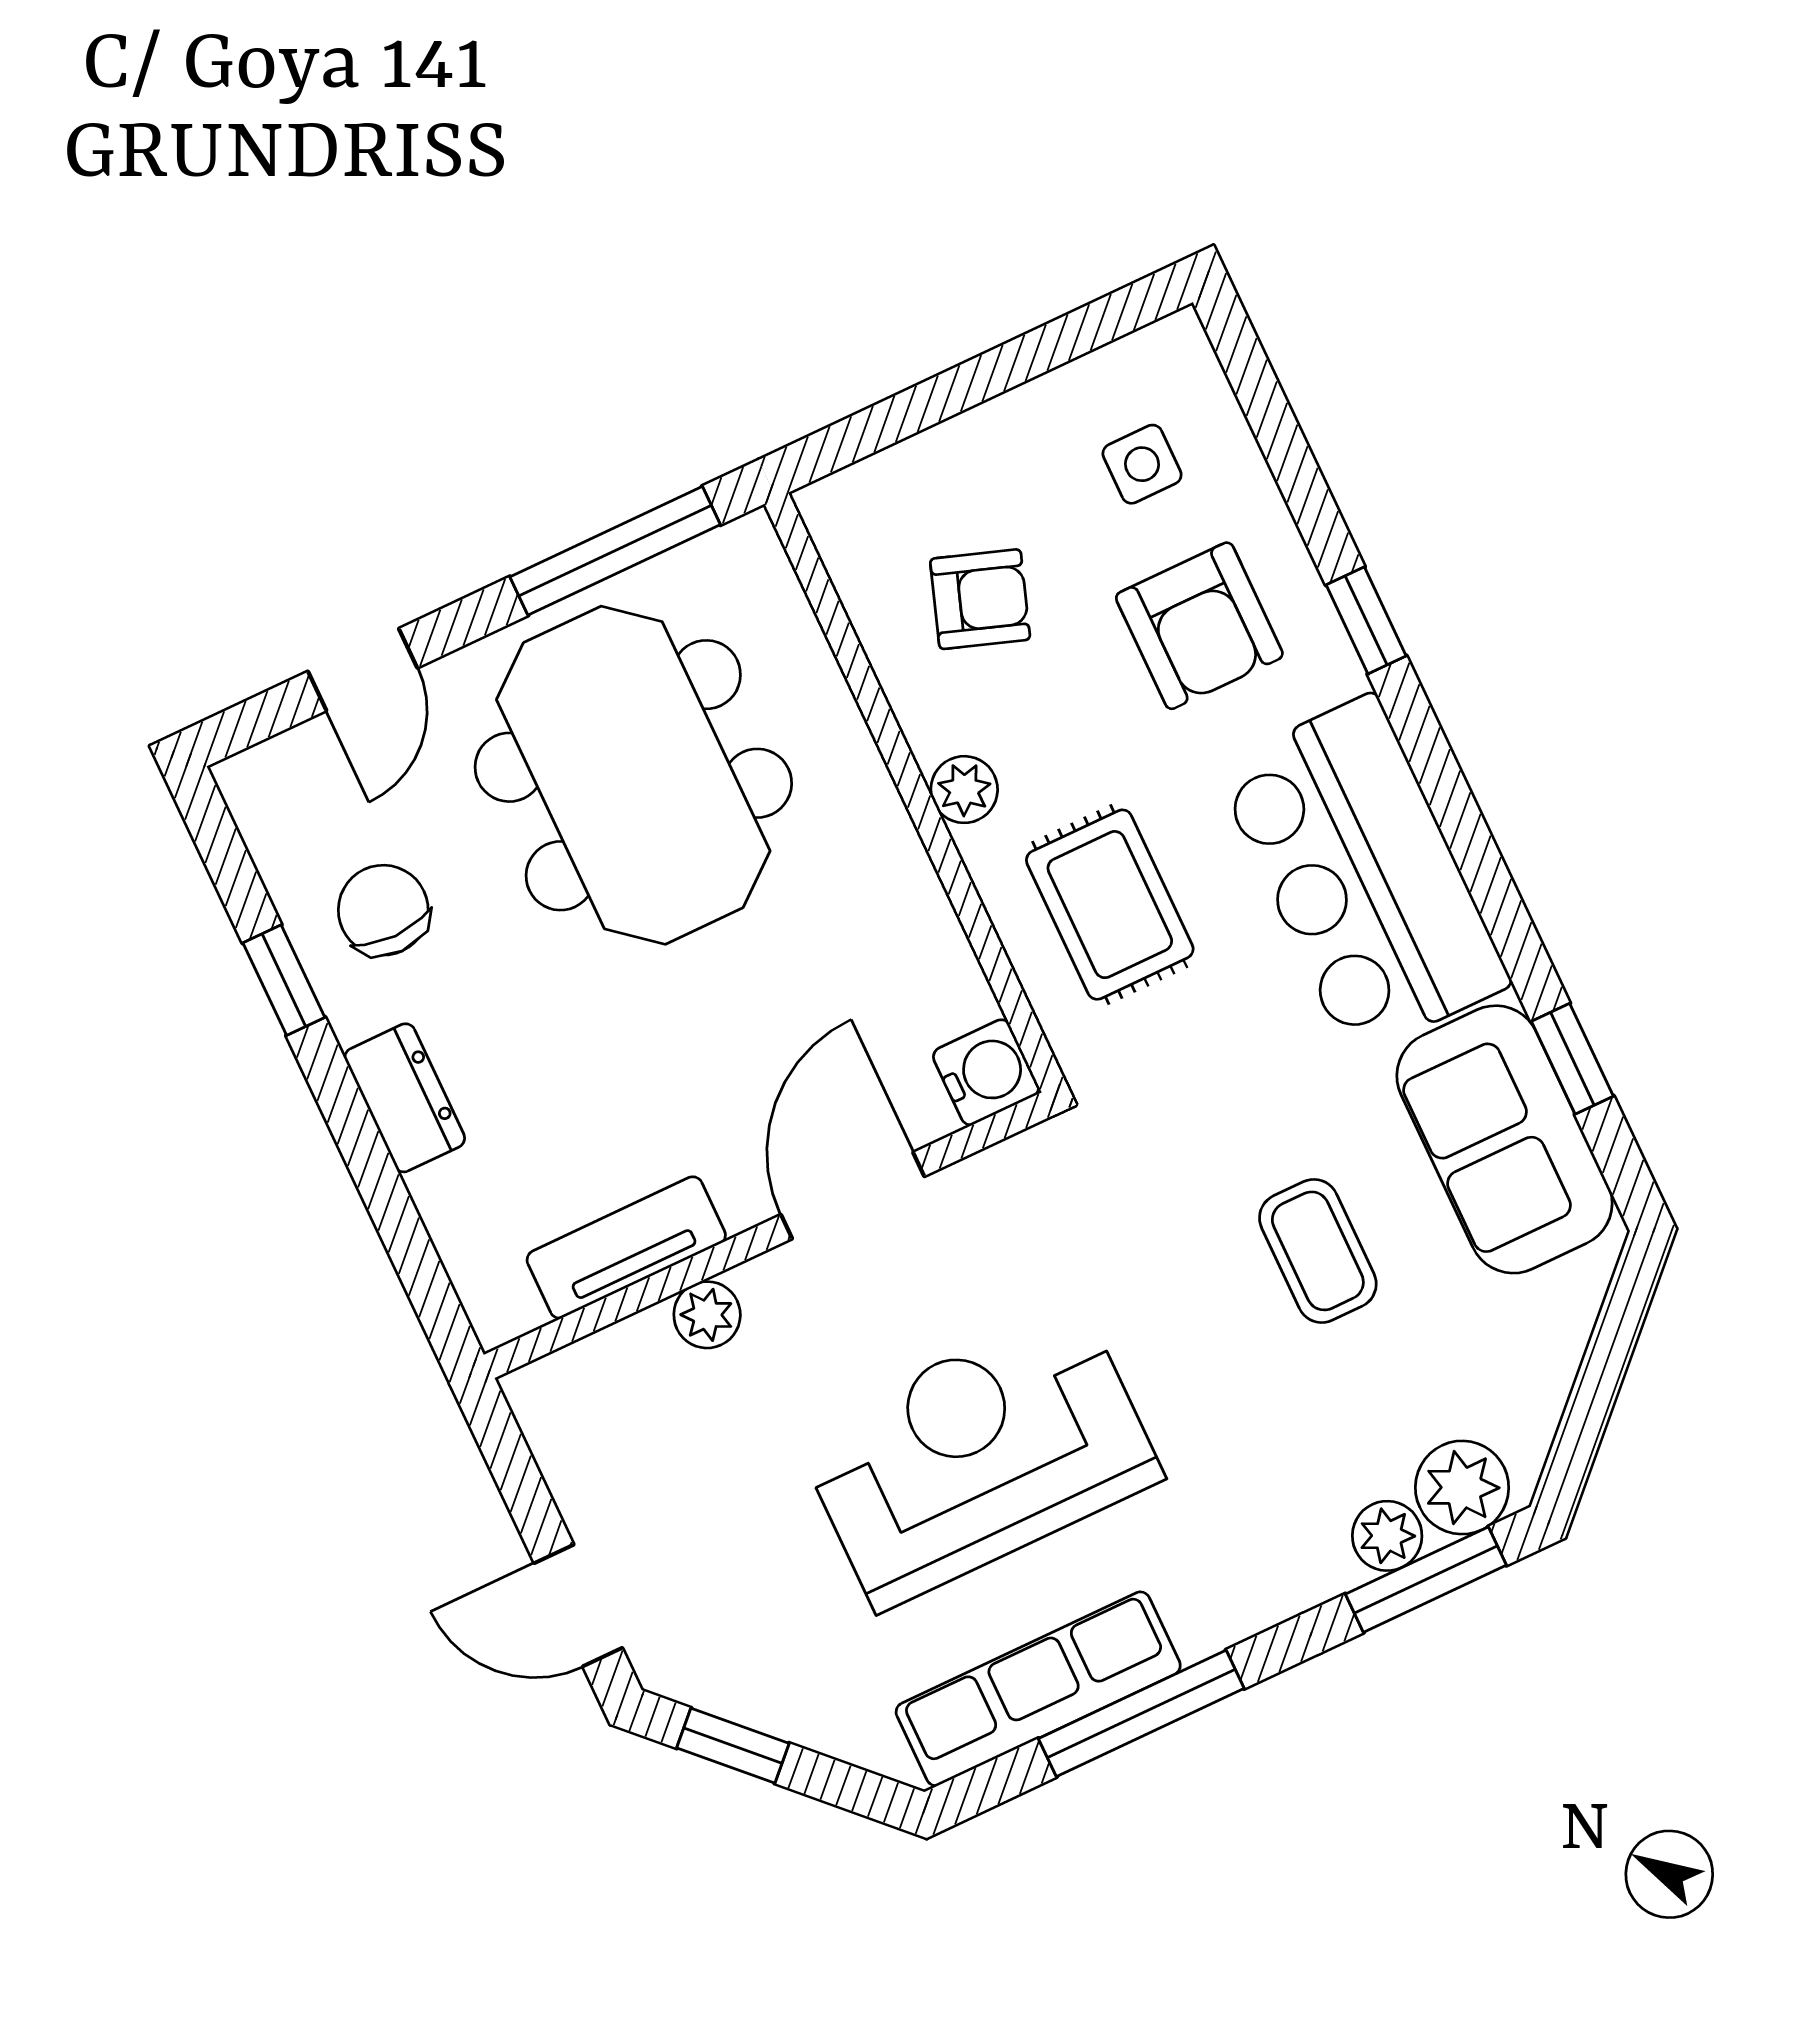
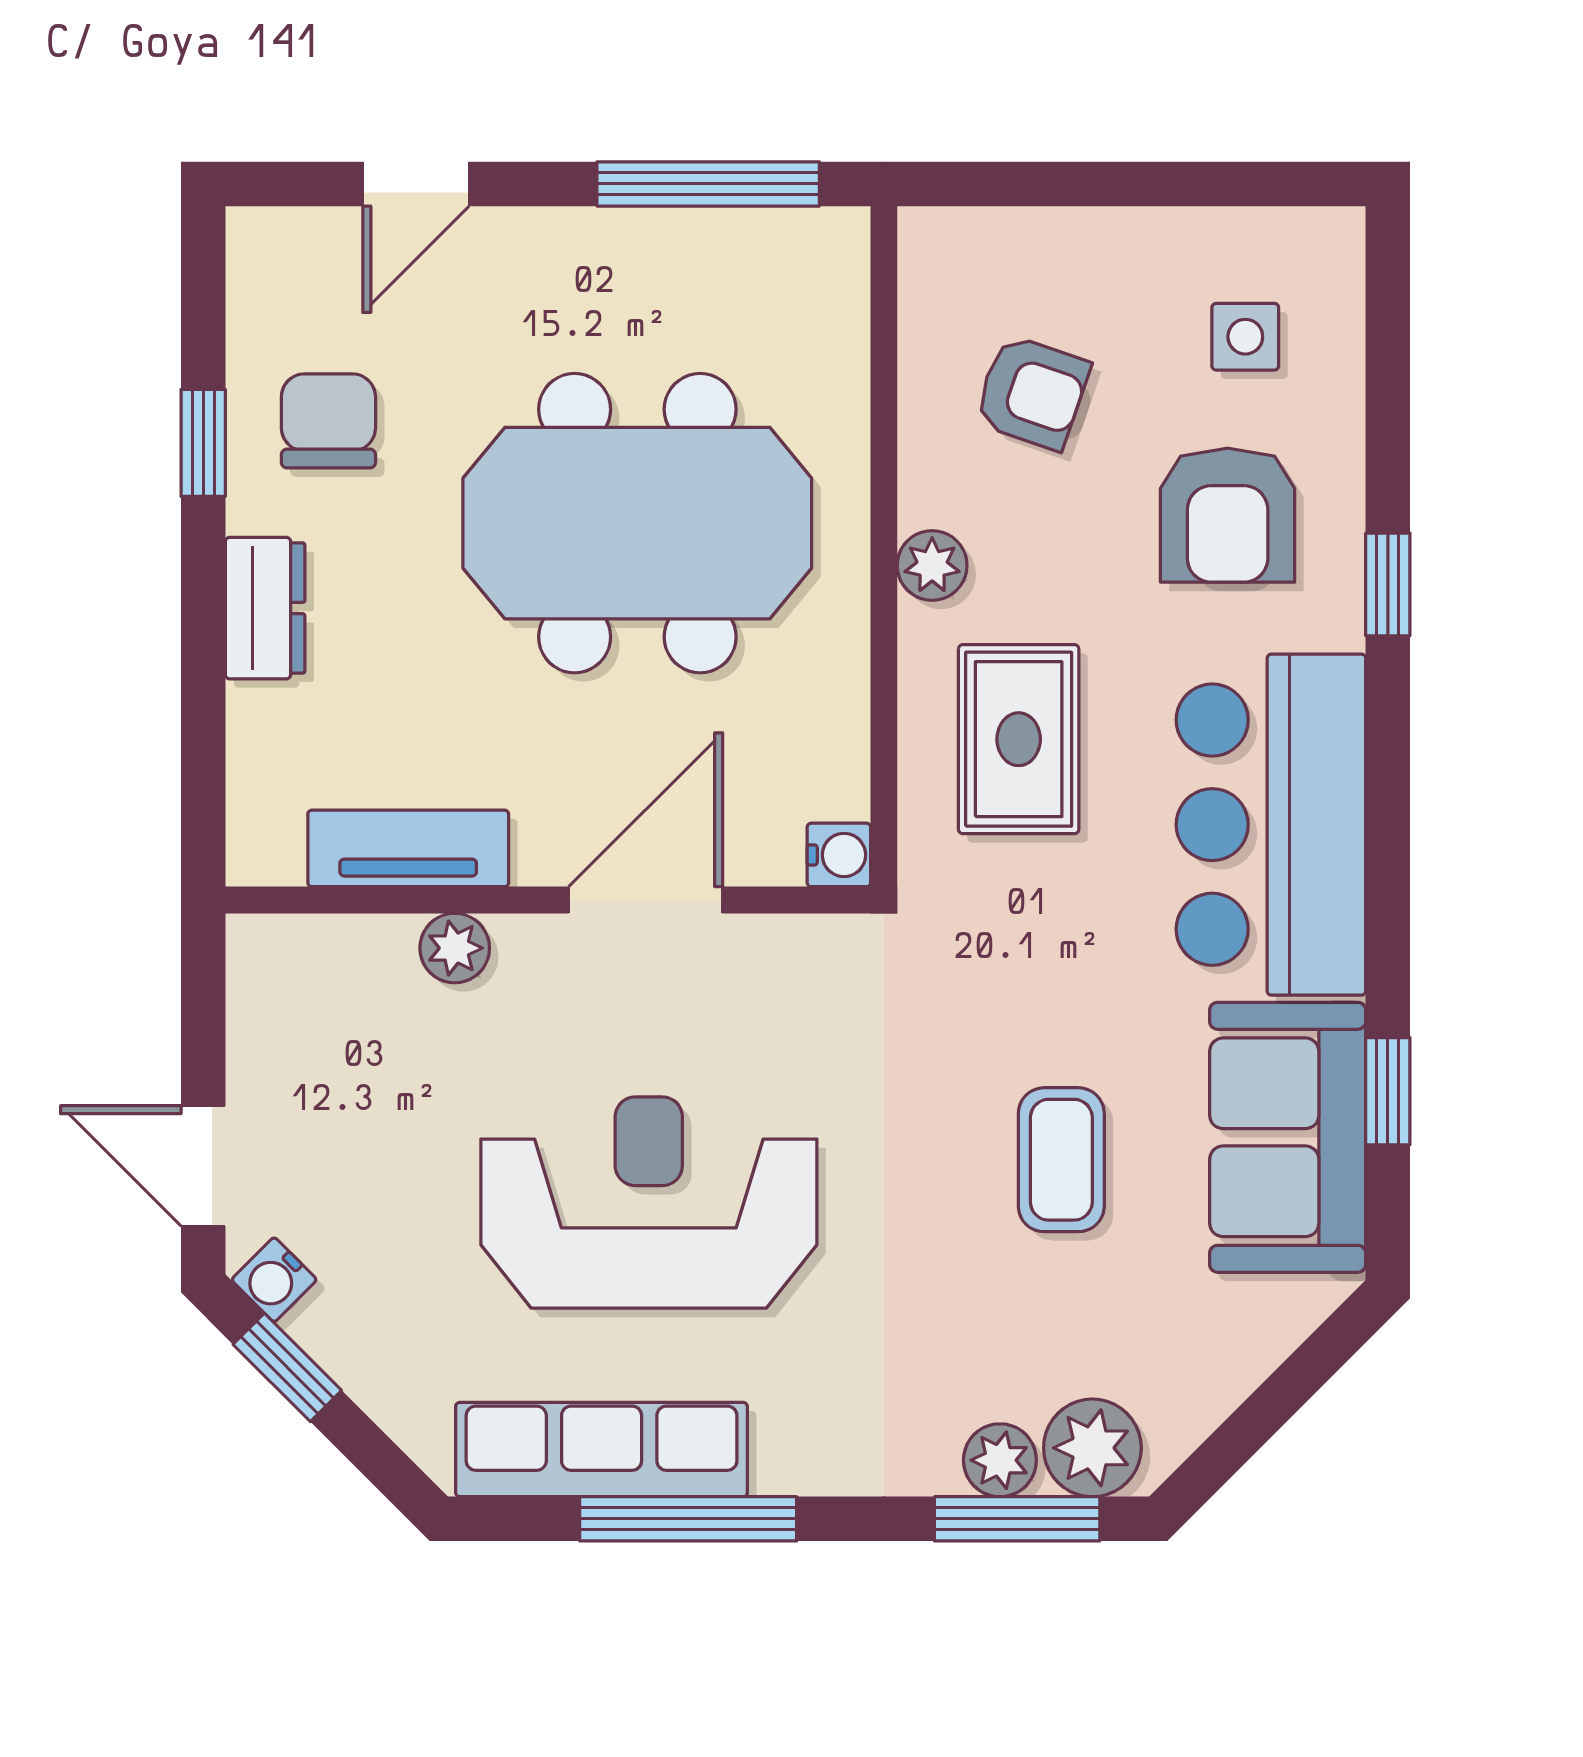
meeting table: (633, 775) -> (637, 523), moved, turned 90
water cooler: (986, 1072) -> (839, 855), width x0.72, depth x0.72
water cooler: (686, 1675) -> (274, 1280), added

